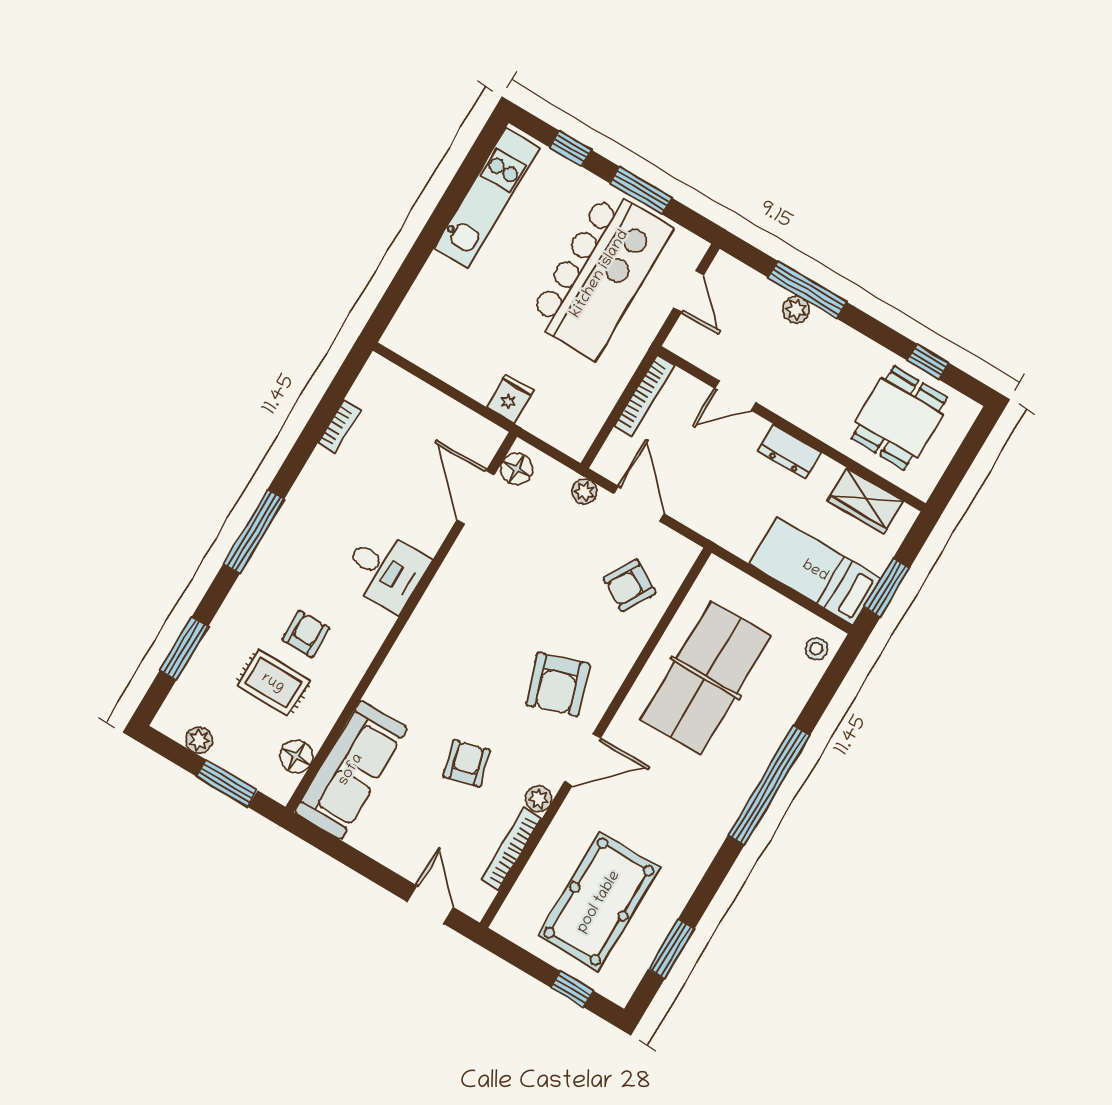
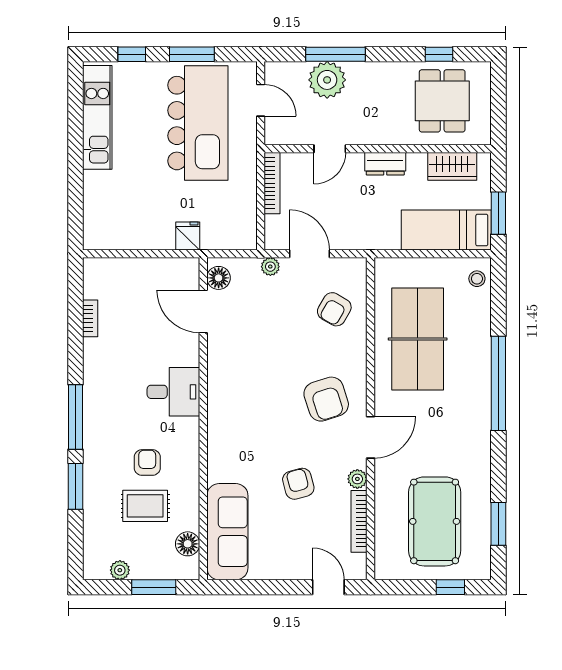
plant: (796, 310) -> (327, 80), width x1.88, depth x1.88
window: (184, 648) -> (75, 486), moved

